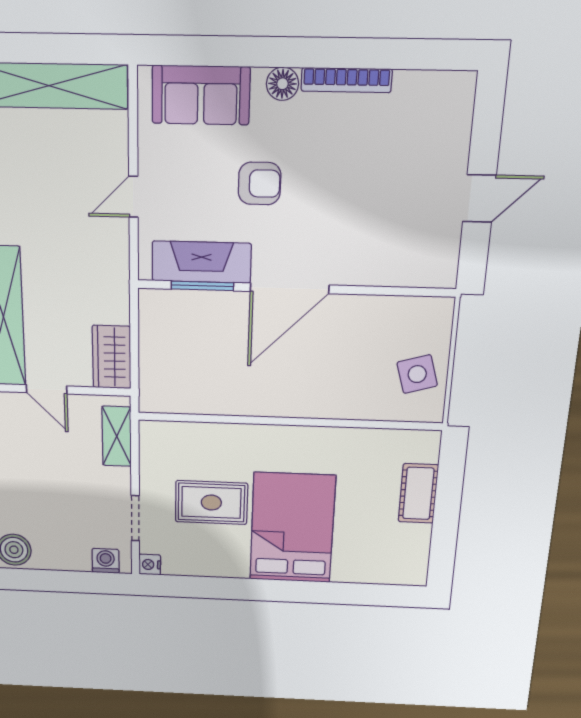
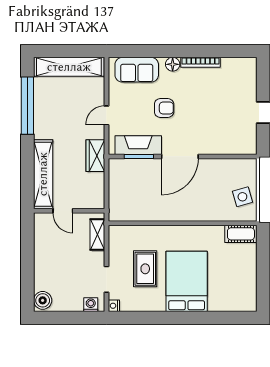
wardrobe: (112, 357) -> (95, 156), moved
cot: (418, 493) -> (241, 234), moved, turned 90
rug: (211, 503) -> (145, 269), turned 90

